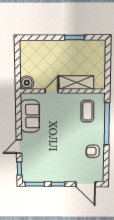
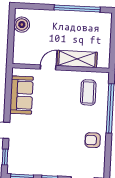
window: (74, 37) -> (77, 9), width x2.11
boiler: (27, 83) -> (22, 25), moved

